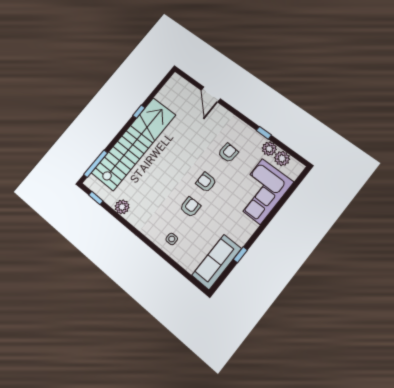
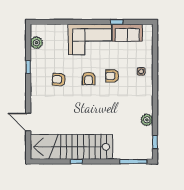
door: (211, 94) -> (28, 122), swing flipped
stairs: (133, 144) -> (71, 147), moved
plant: (269, 149) -> (36, 56), removed
corner sofa: (261, 191) -> (90, 39), moved
sofa: (217, 262) -> (127, 33), width x0.73

